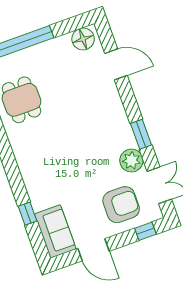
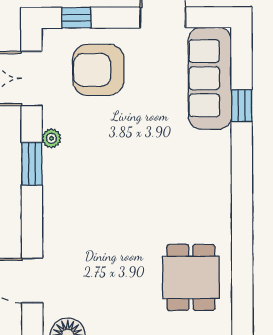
plant: (131, 160) -> (51, 138), width x0.53, depth x0.53
sofa: (55, 231) -> (210, 78), width x1.36

